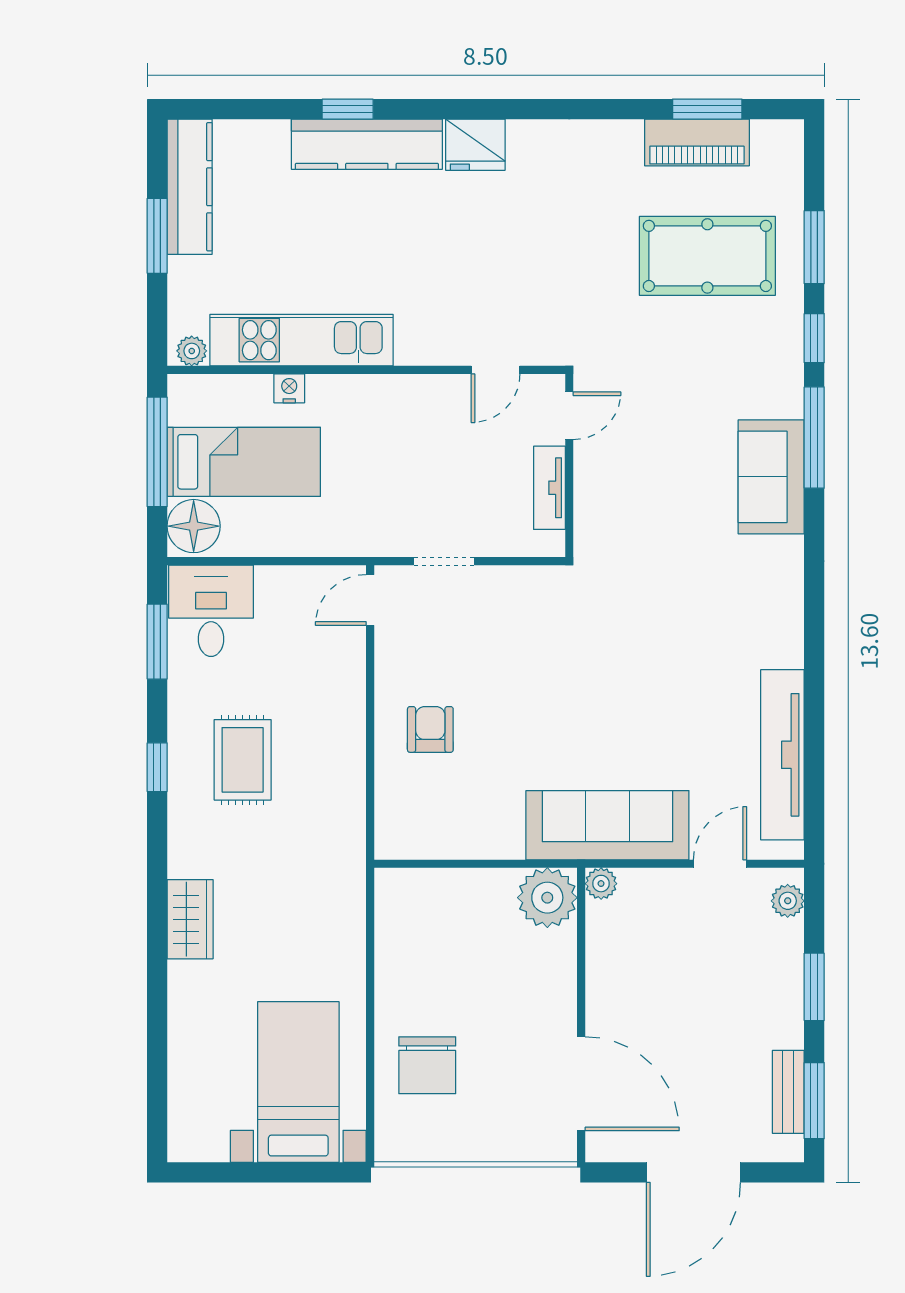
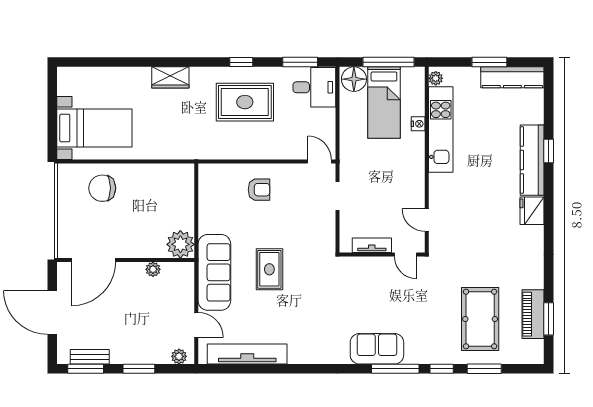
rug: (601, 707) -> (269, 269), added
rug: (243, 760) -> (245, 102), width x1.36, depth x1.43
plant: (601, 884) -> (153, 269), moved

